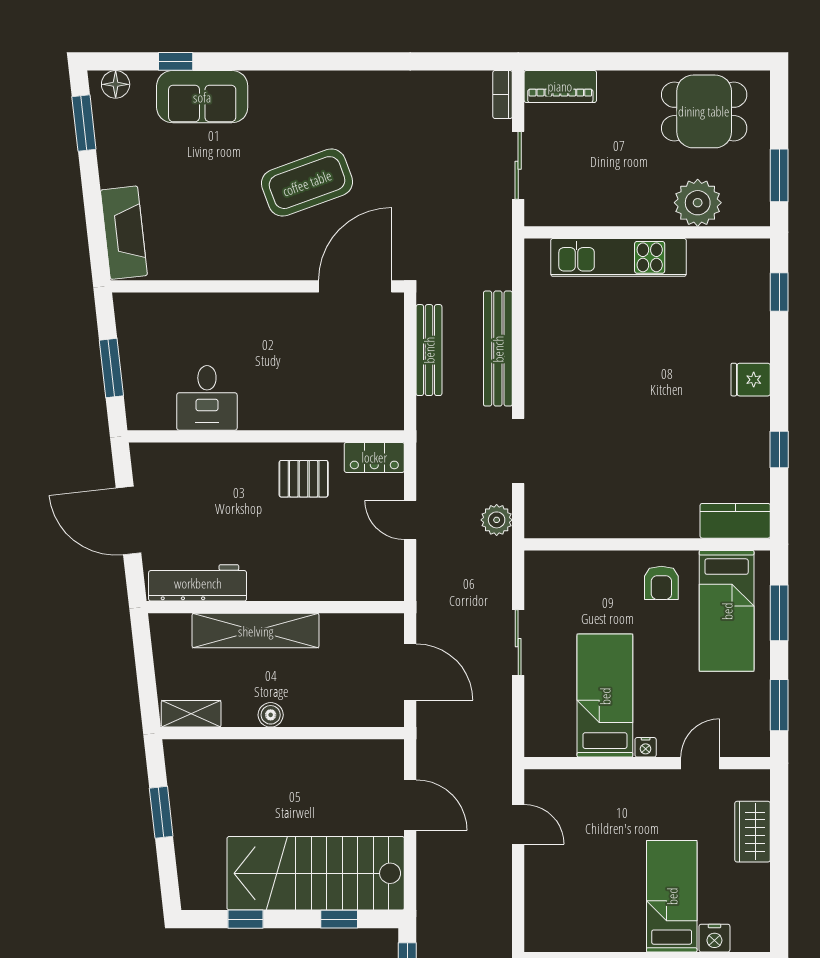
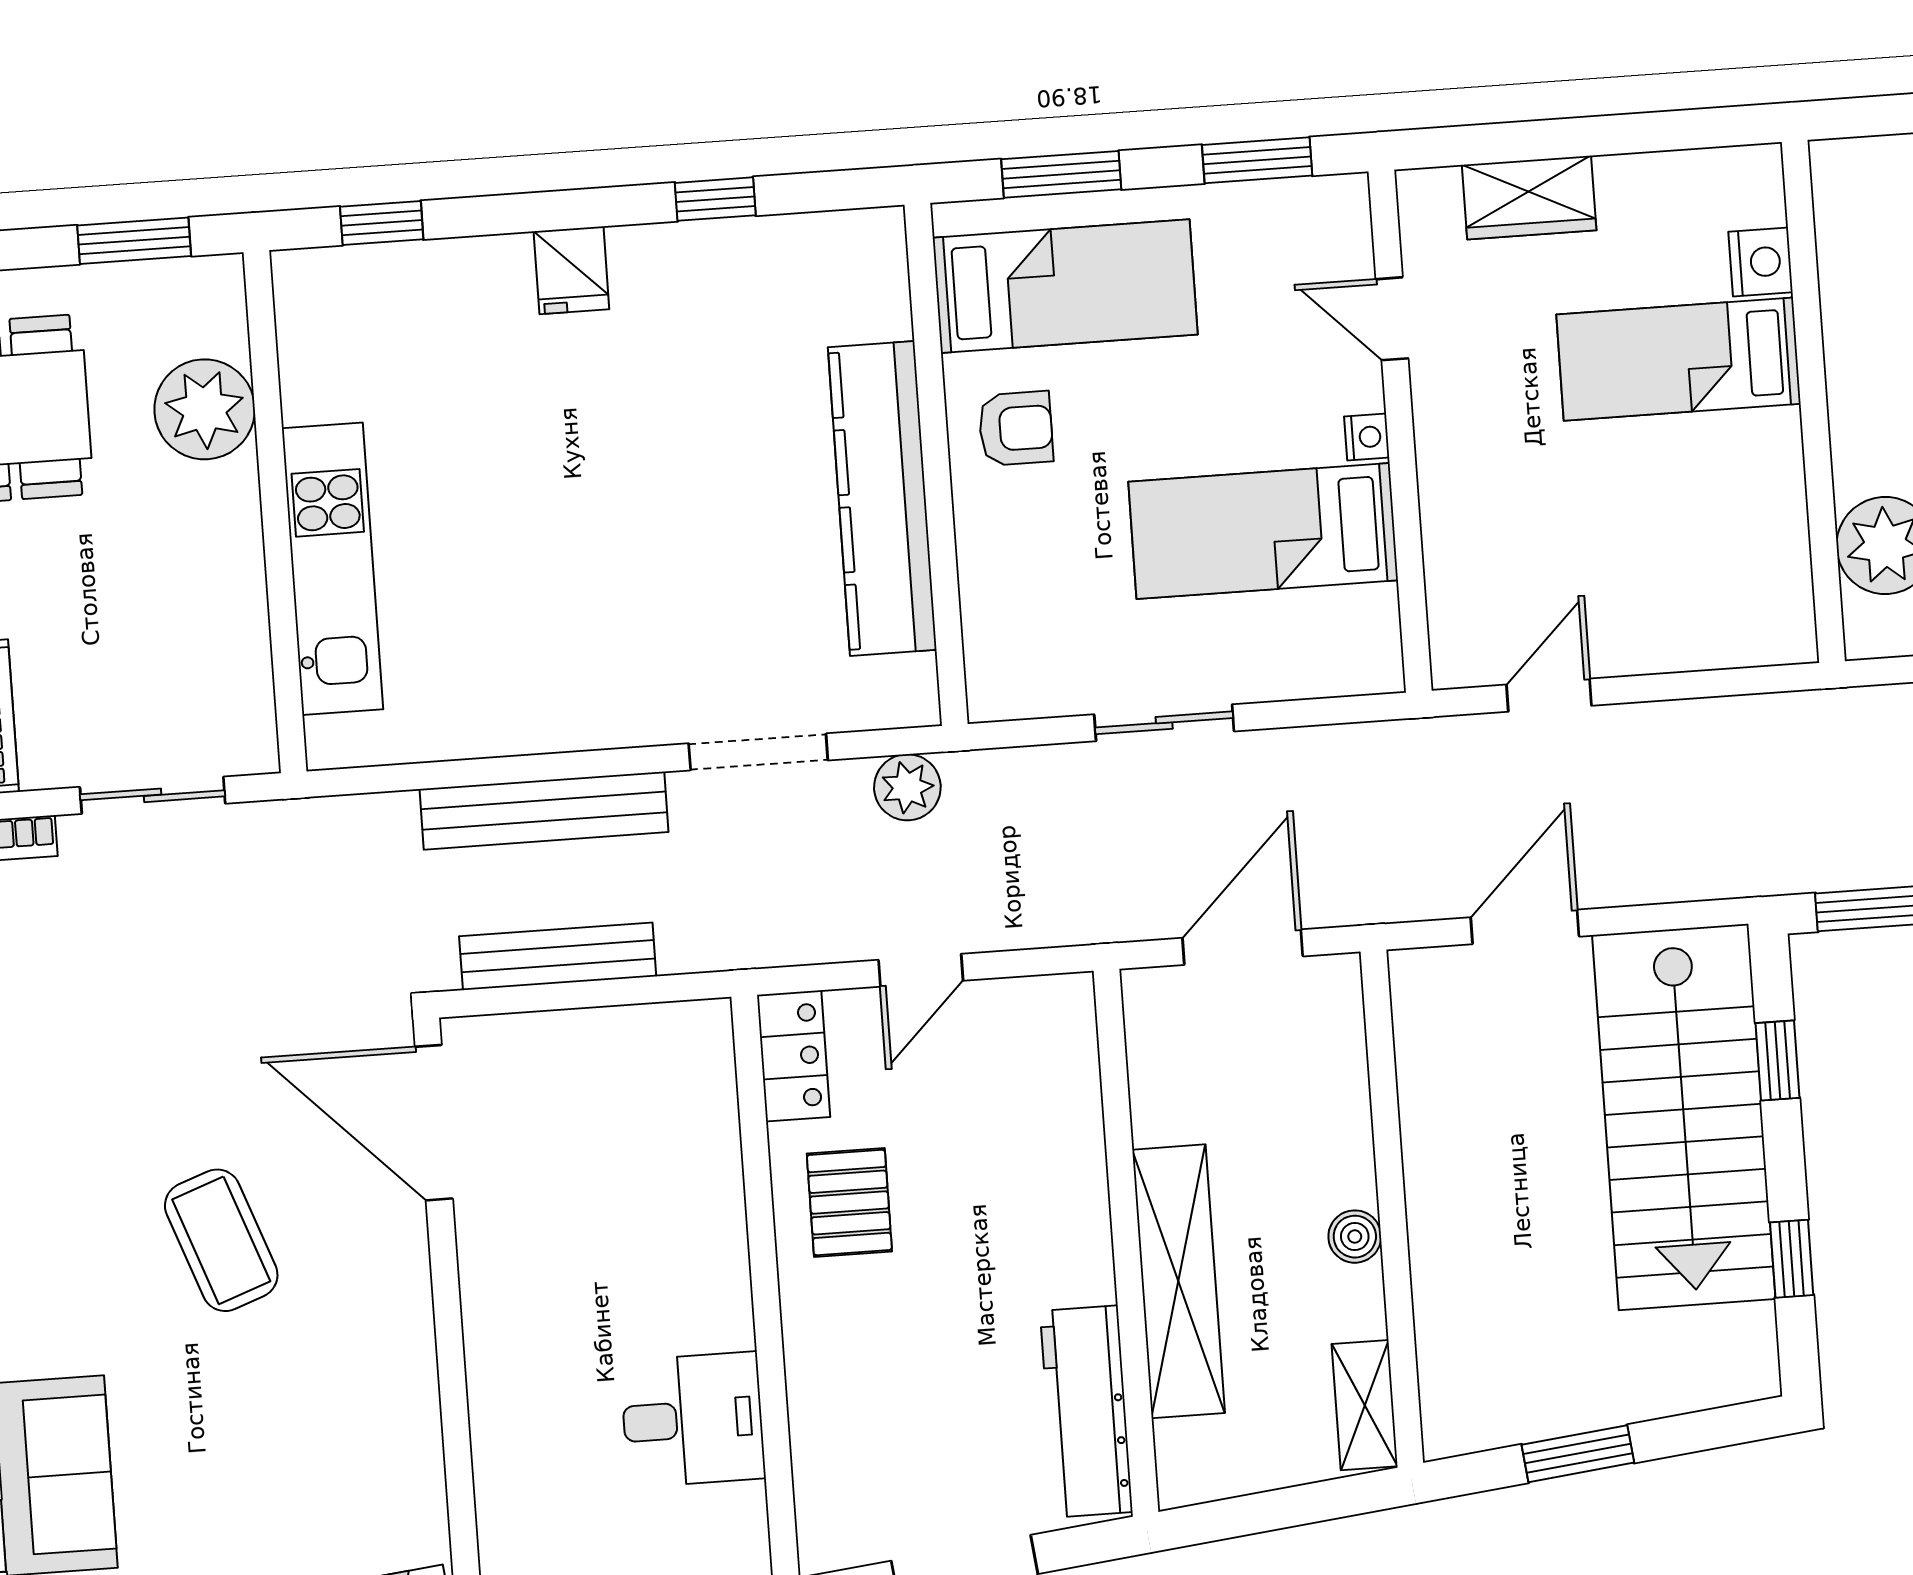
coffee table: (307, 183) -> (221, 1240), width x0.73, depth x0.76
kitchen counter: (735, 521) -> (882, 499), moved, width x2.08, depth x1.17

